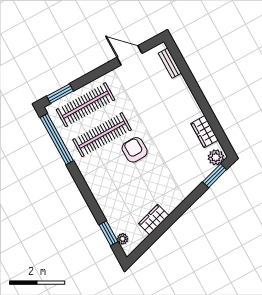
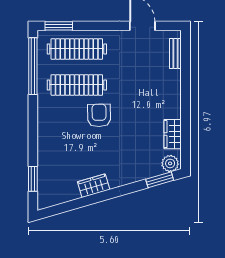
wardrobe: (154, 220) -> (94, 186), moved
plant: (123, 239) -> (43, 191), removed

